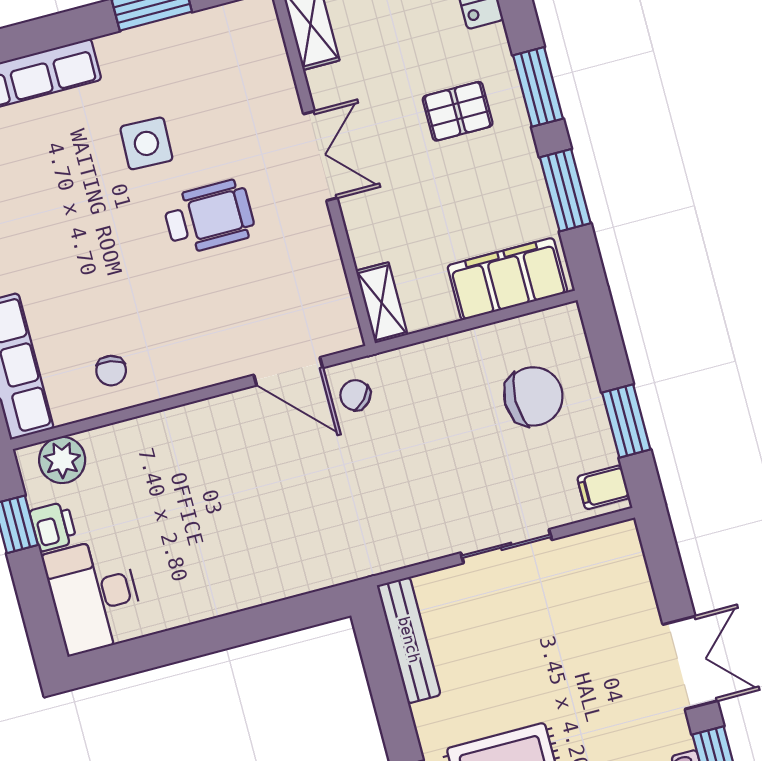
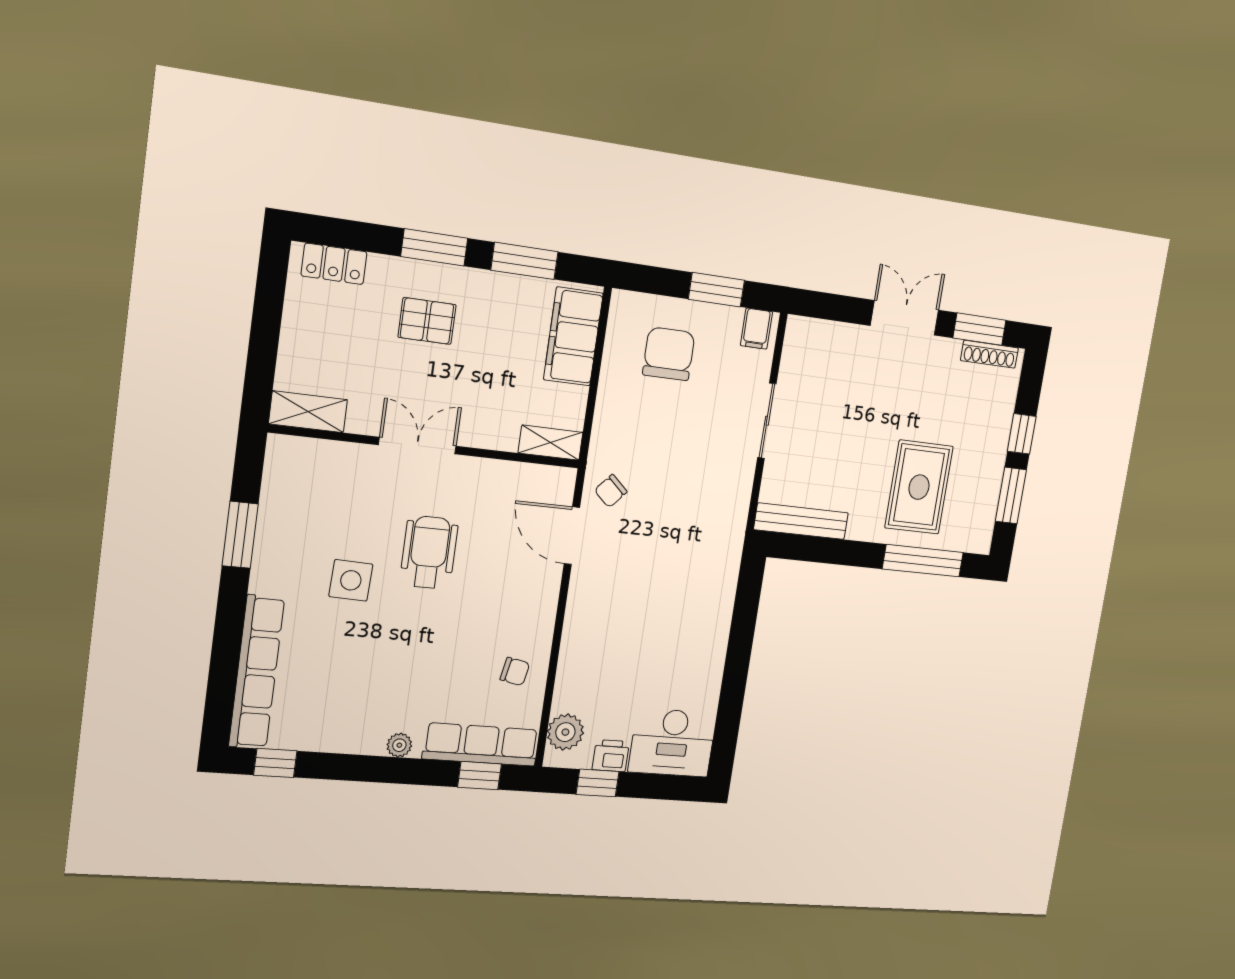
pallet: (458, 111) -> (427, 321), turned 90
door: (288, 371) -> (572, 536), swing flipped

